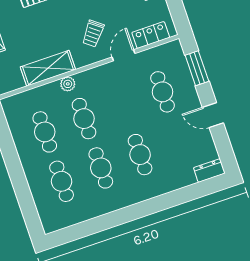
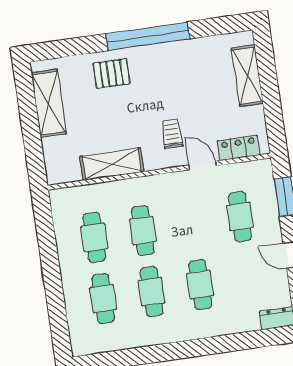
trolley: (93, 34) -> (172, 134), turned 142
door: (123, 55) -> (203, 165), hinge flipped
plant: (68, 84) -> (132, 187), removed

